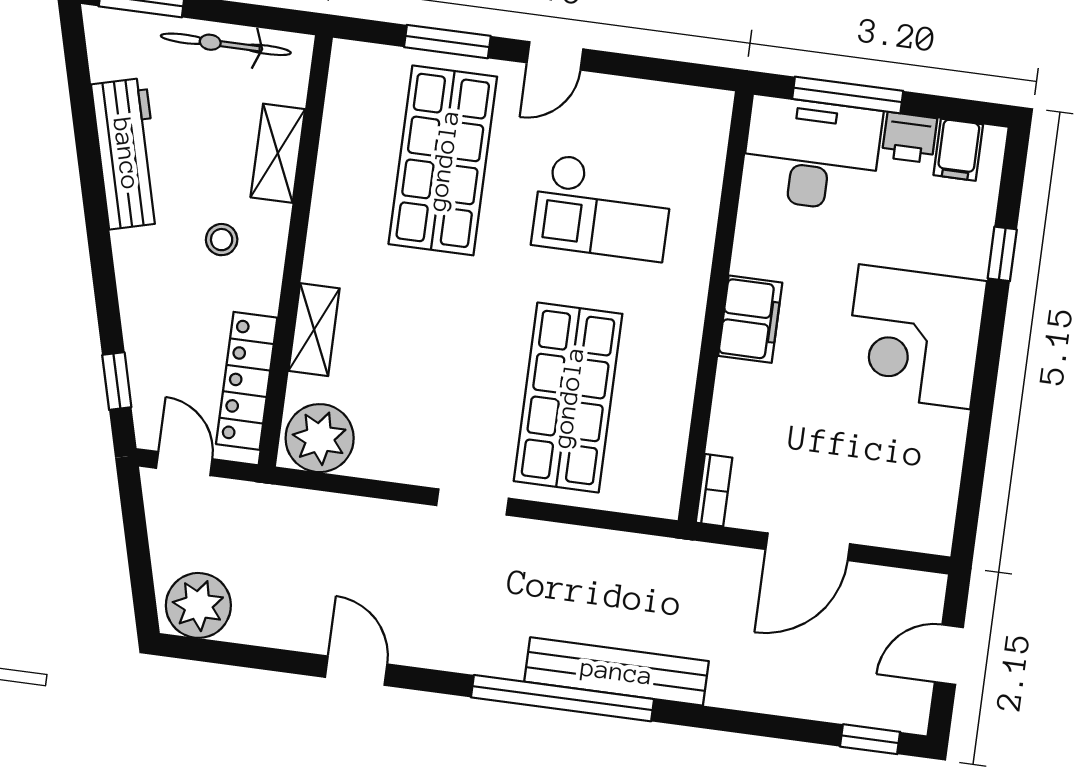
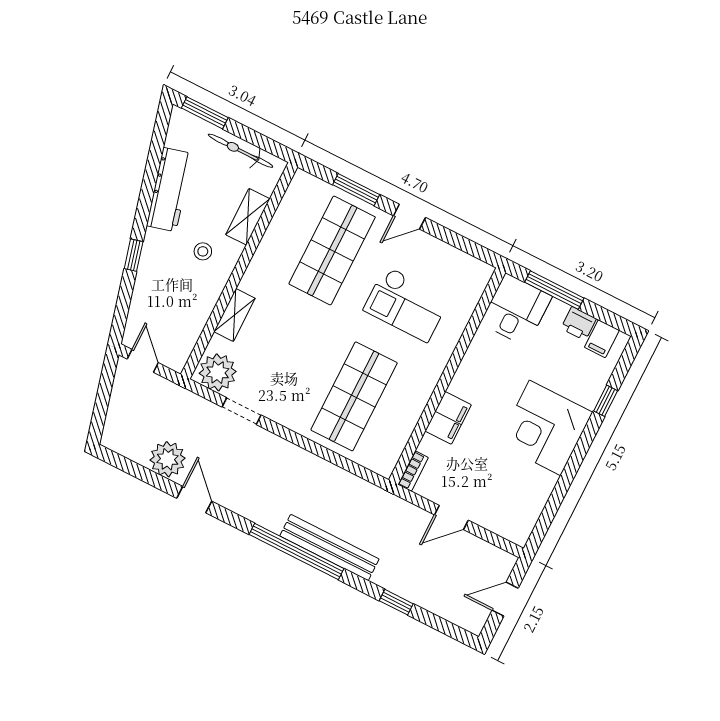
desk: (812, 154) -> (516, 310), width x0.73
filing cabinet: (750, 319) -> (448, 418), moved
window: (117, 381) -> (134, 255), moved
locker: (247, 381) -> (190, 329), removed
doorway: (473, 502) -> (242, 411), moved
door: (808, 547) -> (451, 518), width x0.73
plant: (198, 605) -> (168, 459), moved
window: (870, 739) -> (396, 602), moved

